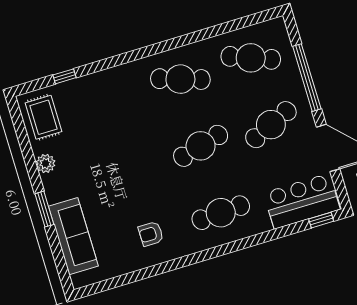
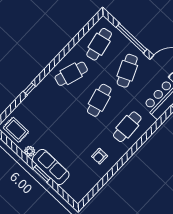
cafe table: (251, 58) -> (99, 44), turned -33
window: (65, 76) -> (29, 89), moved
sofa: (73, 236) -> (51, 167), moved

